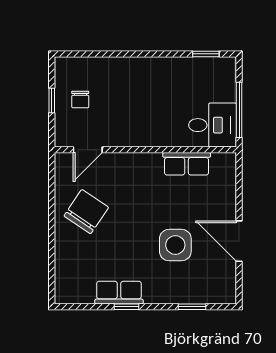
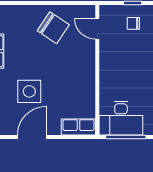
desk: (213, 125) -> (121, 118), width x1.37
row of seats: (187, 164) -> (78, 127), moved, turned 90

